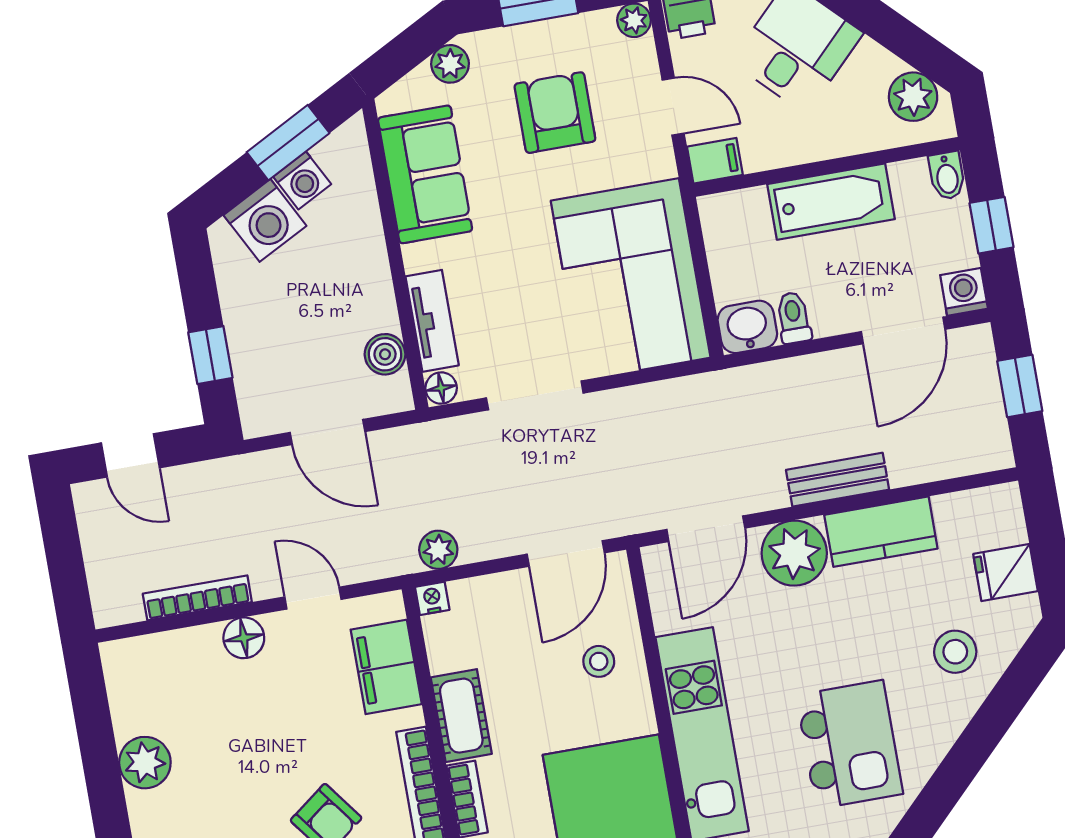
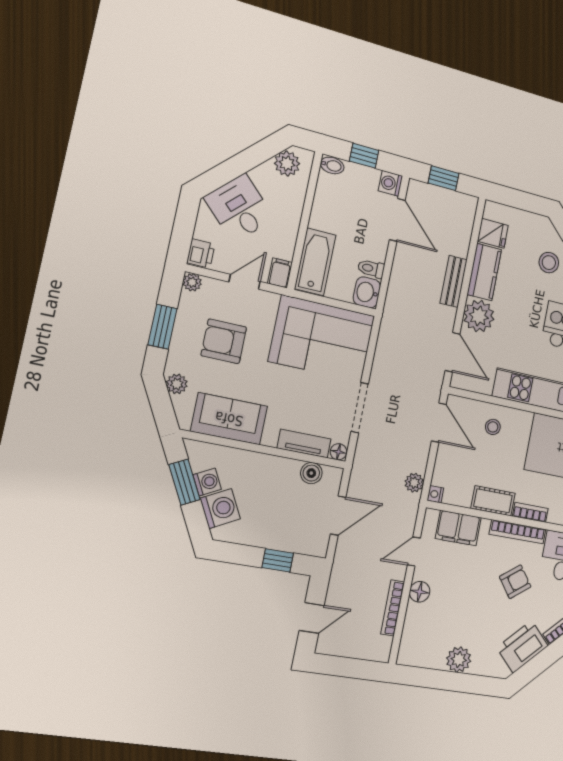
bathtub: (831, 202) -> (315, 262), moved
fridge: (1005, 573) -> (493, 233), moved, turned -90

